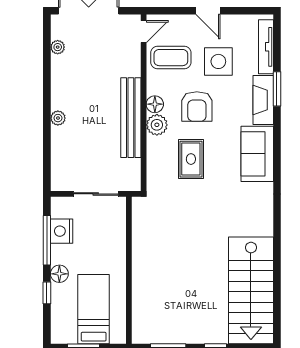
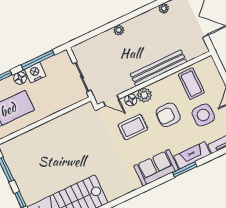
door: (144, 32) -> (111, 100), moved
window: (277, 89) -> (185, 170), moved
floor lamp: (155, 104) -> (131, 100), moved
bench: (131, 118) -> (158, 68), moved
nightstand: (62, 231) -> (35, 73), moved

